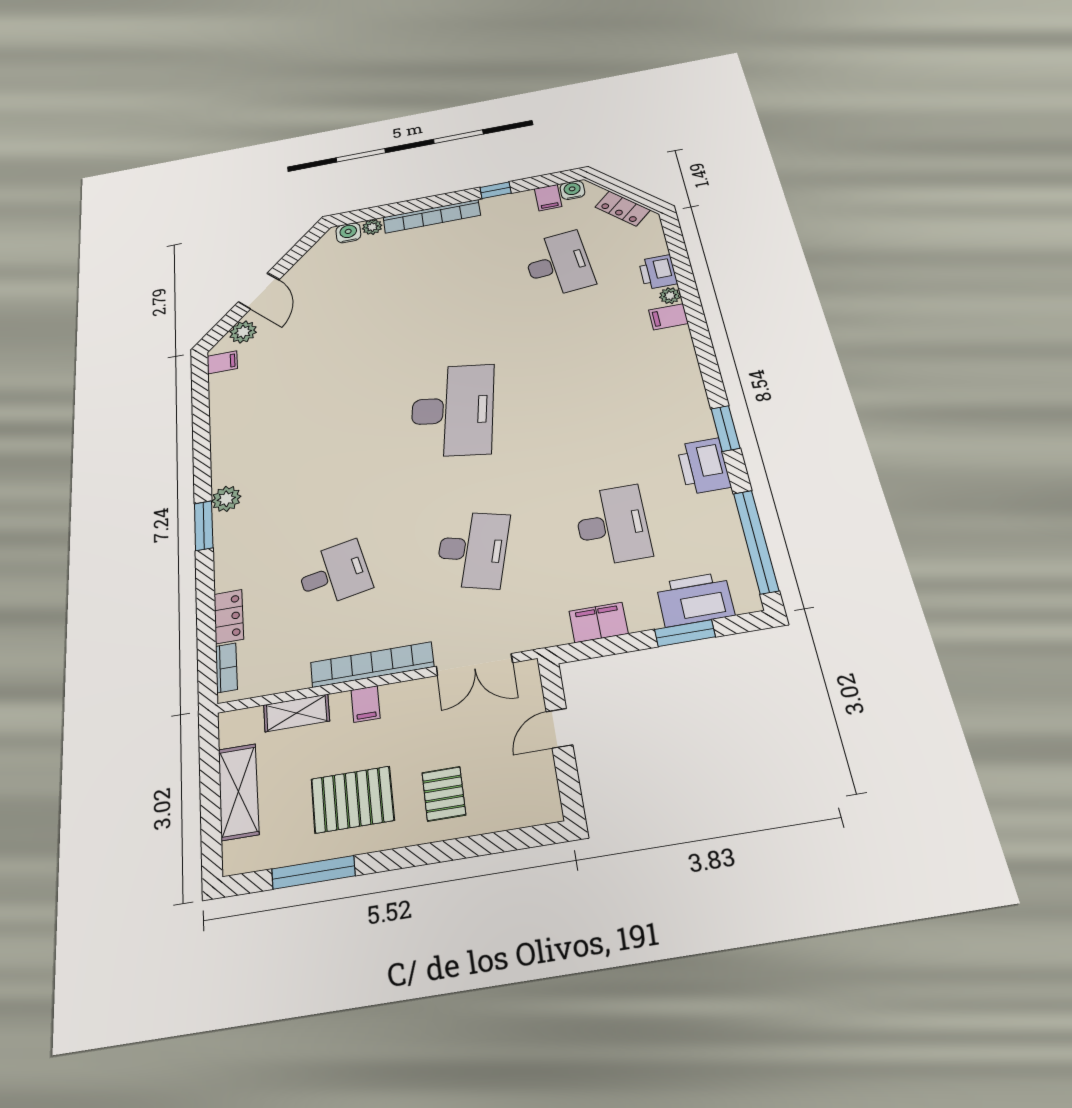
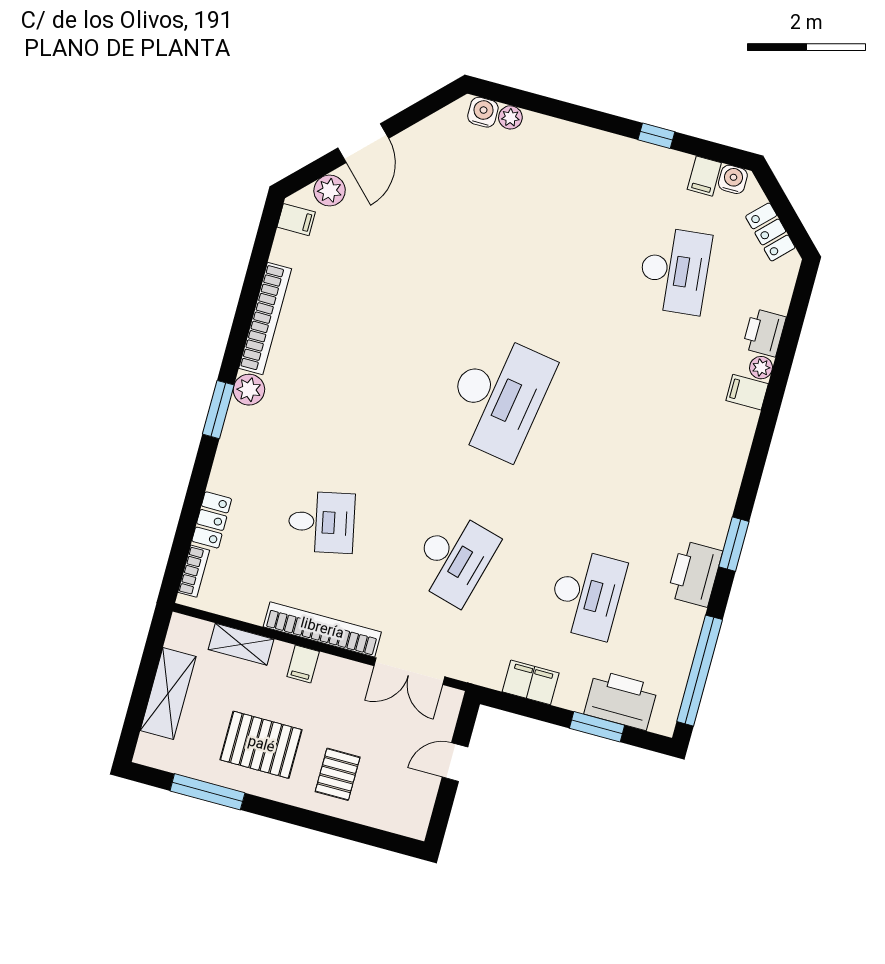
bookcase: (432, 216) -> (265, 318), moved, turned -90

